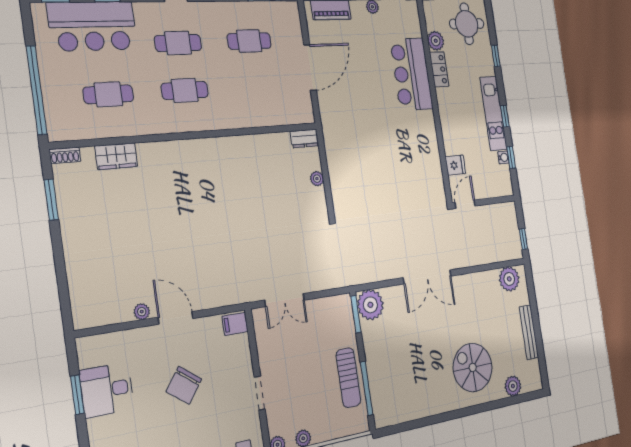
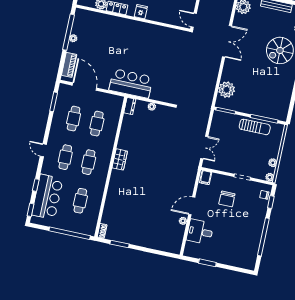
door: (310, 68) -> (84, 87), moved
bar counter: (412, 74) -> (131, 83), moved, turned 180
cafe table: (256, 87) -> (97, 124), added
wardrobe: (116, 156) -> (120, 159), moved
fridge: (455, 165) -> (141, 12), moved
double door: (427, 277) -> (227, 41), moved
plant: (370, 305) -> (227, 90), moved
chair: (184, 385) -> (227, 199), moved, turned 53
desk: (107, 390) -> (200, 232), moved, turned 90

